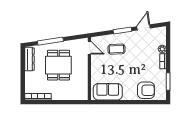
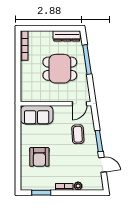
armchair: (146, 90) -> (39, 157), moved
sofa: (108, 92) -> (37, 115), moved, turned 90

